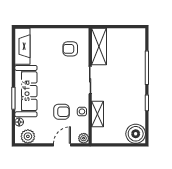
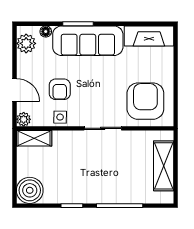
shelving: (99, 46) -> (164, 166), moved, turned 90
armchair: (70, 49) -> (145, 101), width x1.88, depth x1.88
shelving: (98, 114) -> (34, 138), moved

